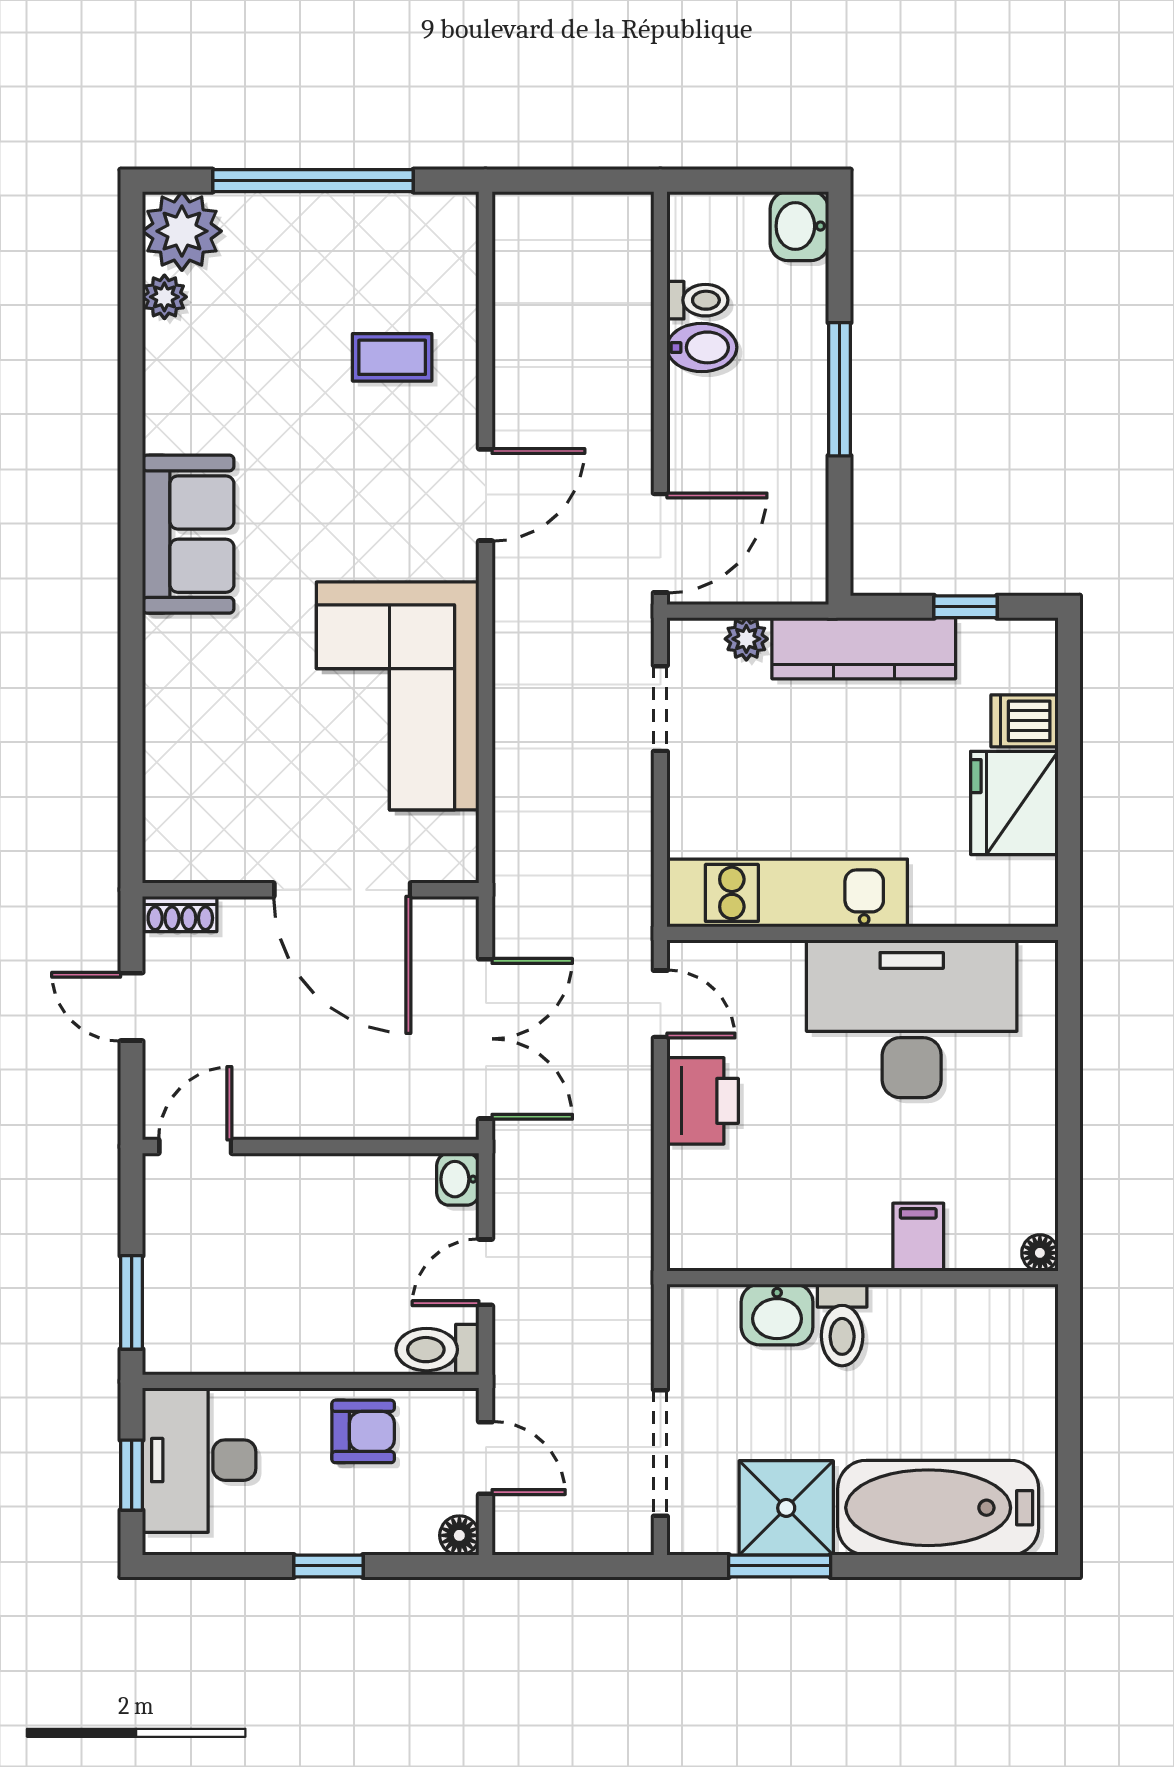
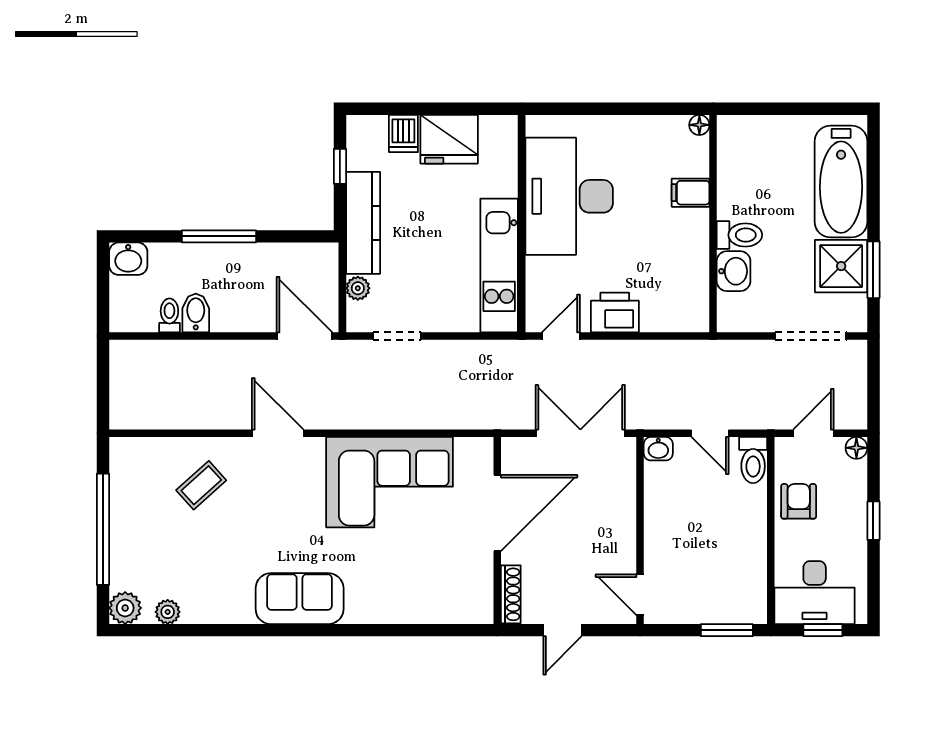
plant: (182, 231) -> (125, 608), width x0.73, depth x0.73
coffee table: (392, 357) -> (201, 485), turned 48
shoe rack: (180, 914) -> (511, 594), width x1.43

